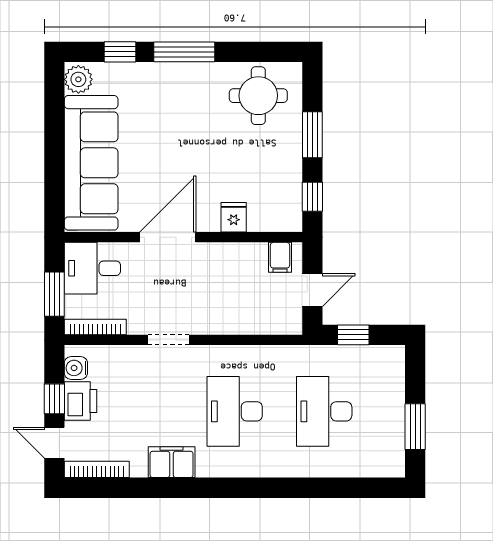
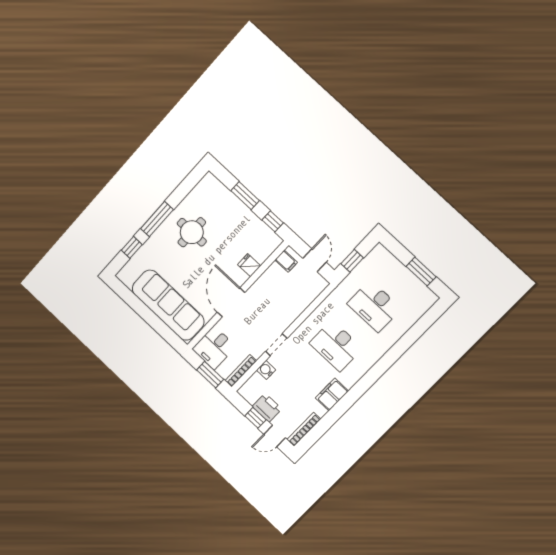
plant: (78, 79) -> (127, 277), removed
round table: (258, 96) -> (192, 232), moved
water cooler: (76, 368) -> (266, 370), moved, turned 90

